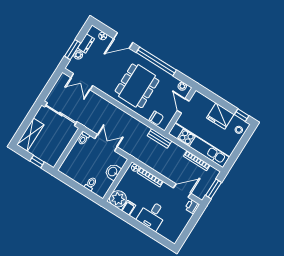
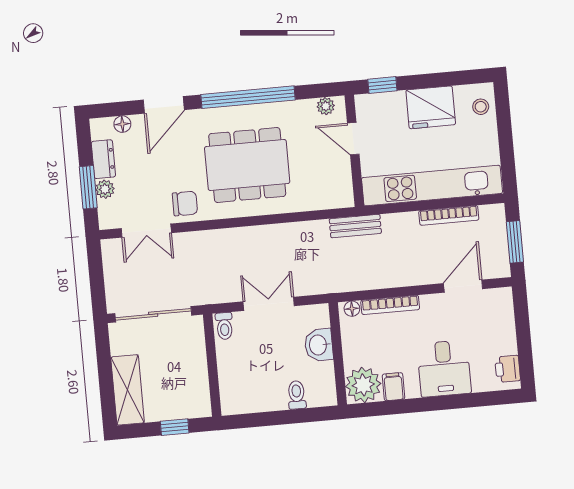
dining table: (137, 86) -> (247, 165), turned 90
window: (242, 115) -> (382, 85), moved
chair: (156, 118) -> (185, 204), moved
printer: (192, 207) -> (508, 369), moved

